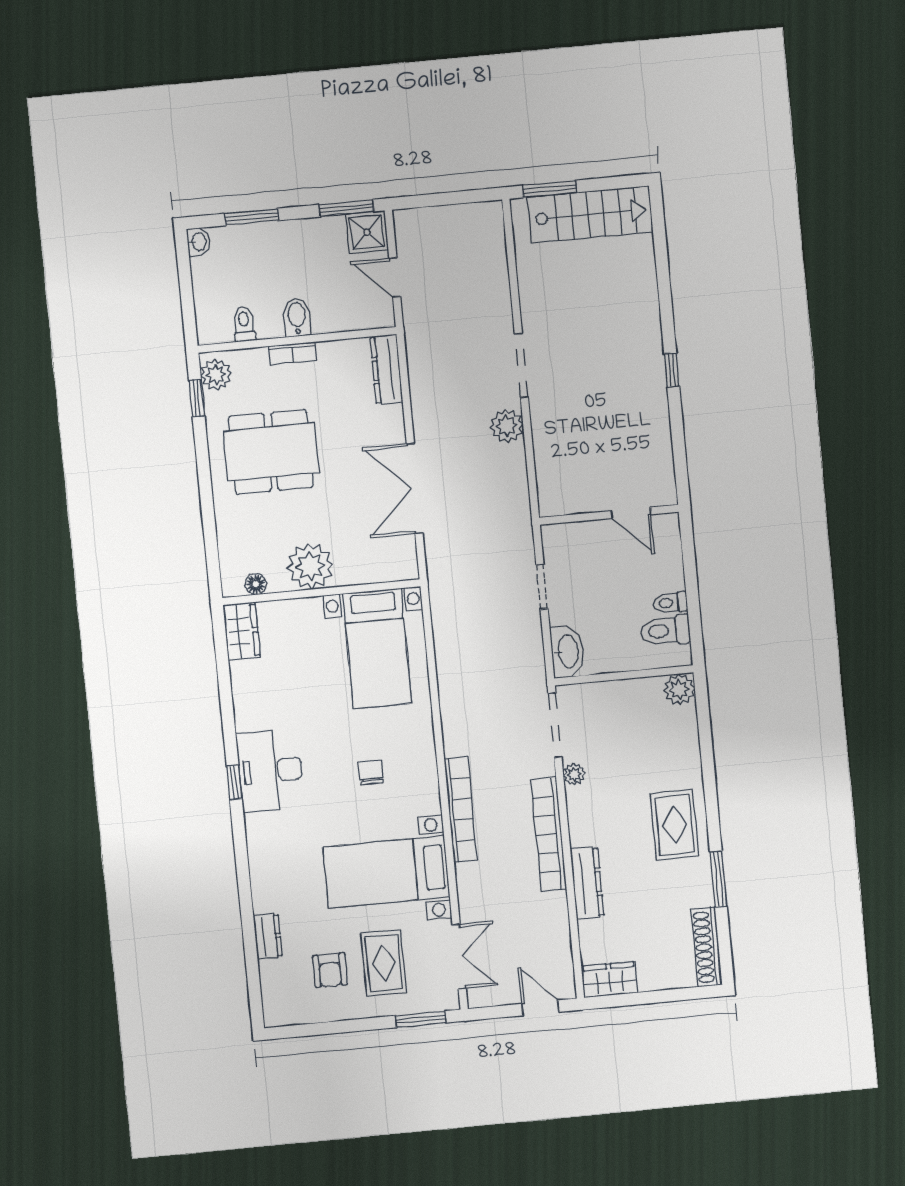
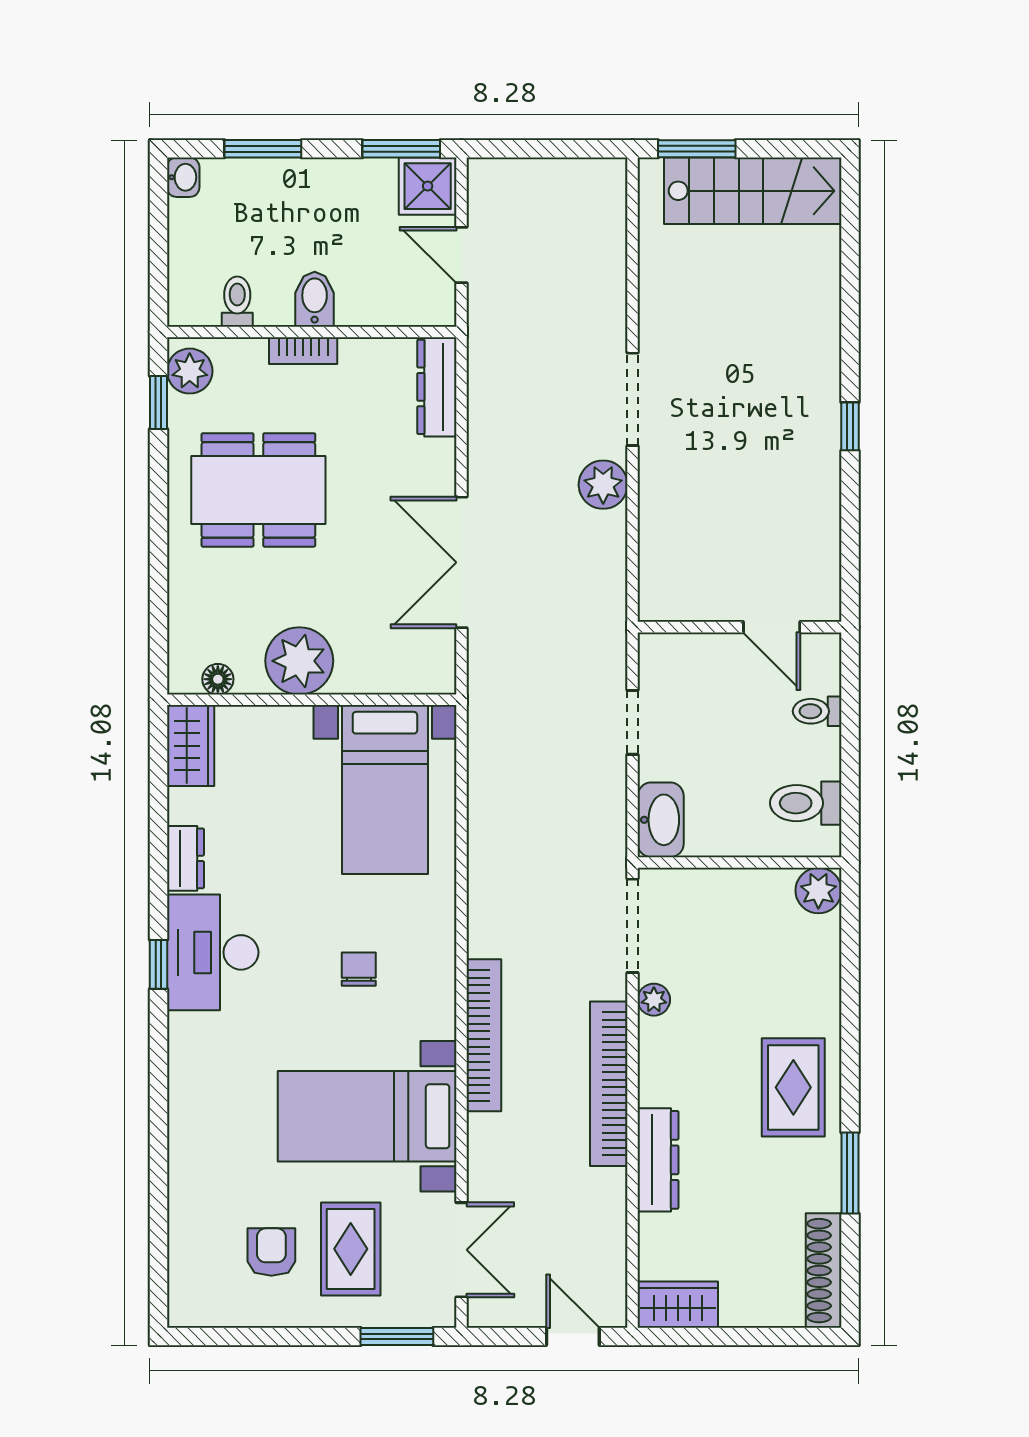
toilet: (670, 603) -> (817, 711), moved
dresser: (268, 936) -> (185, 858), moved
armchair: (330, 970) -> (271, 1252), turned 180

